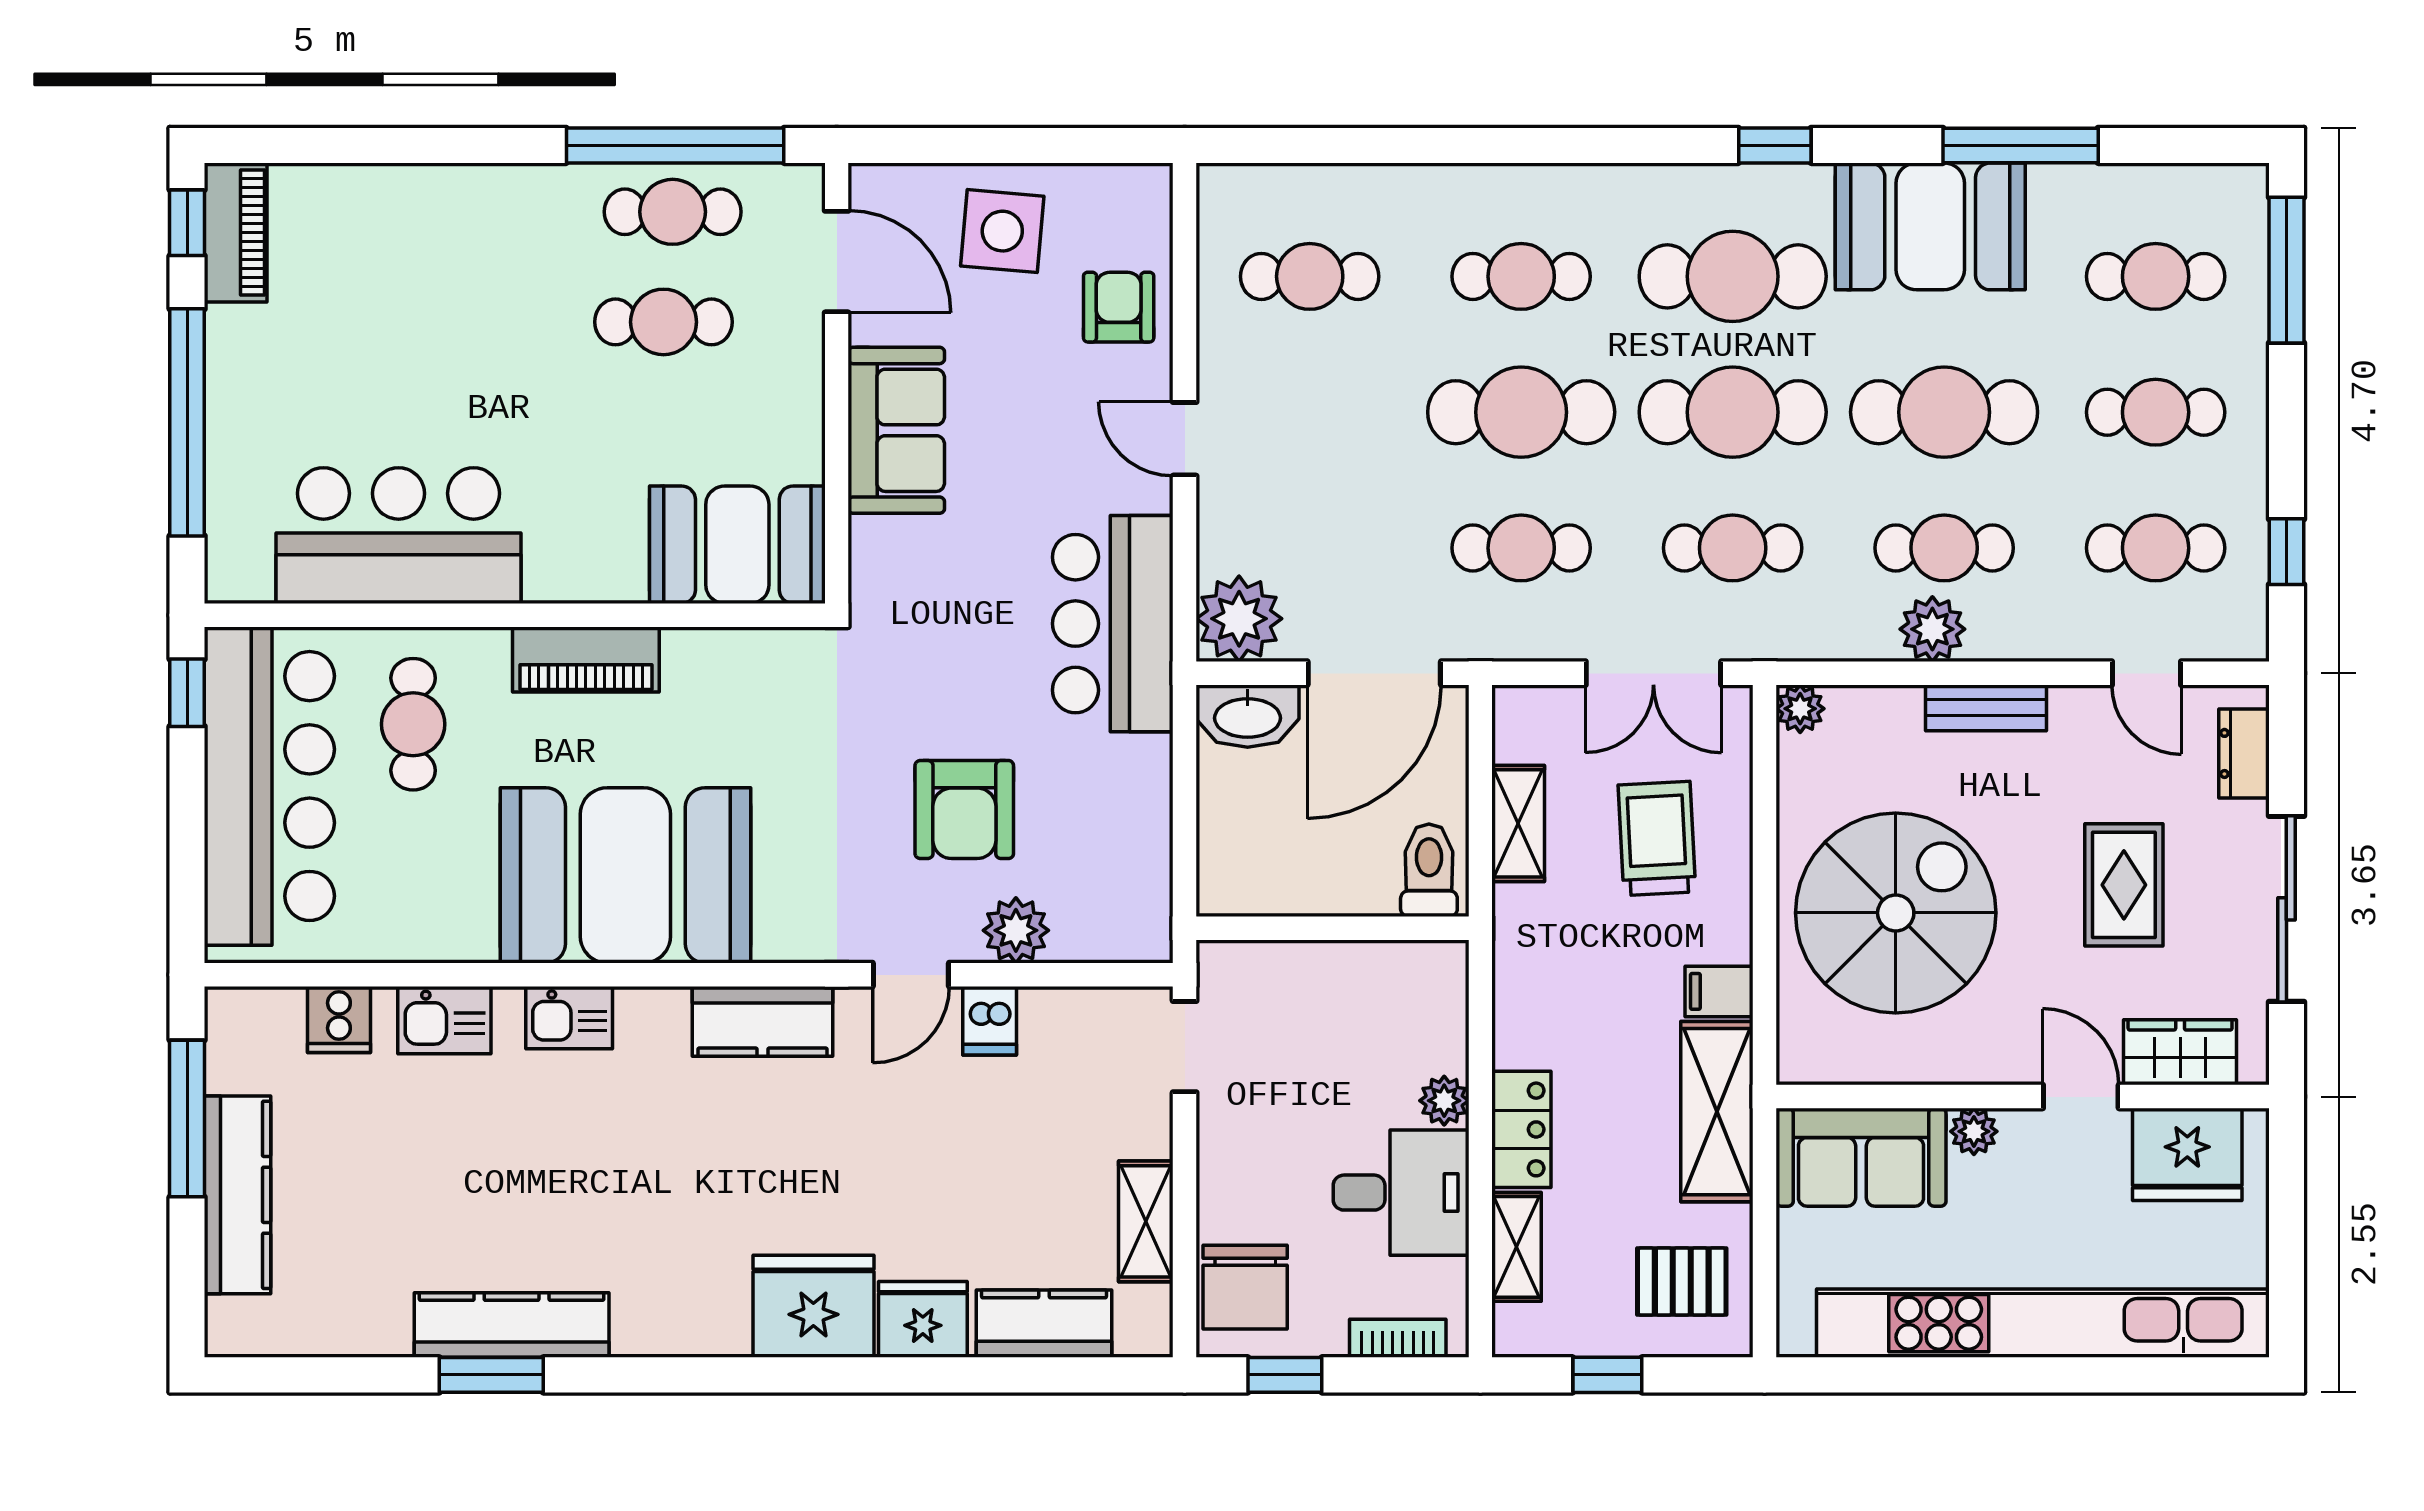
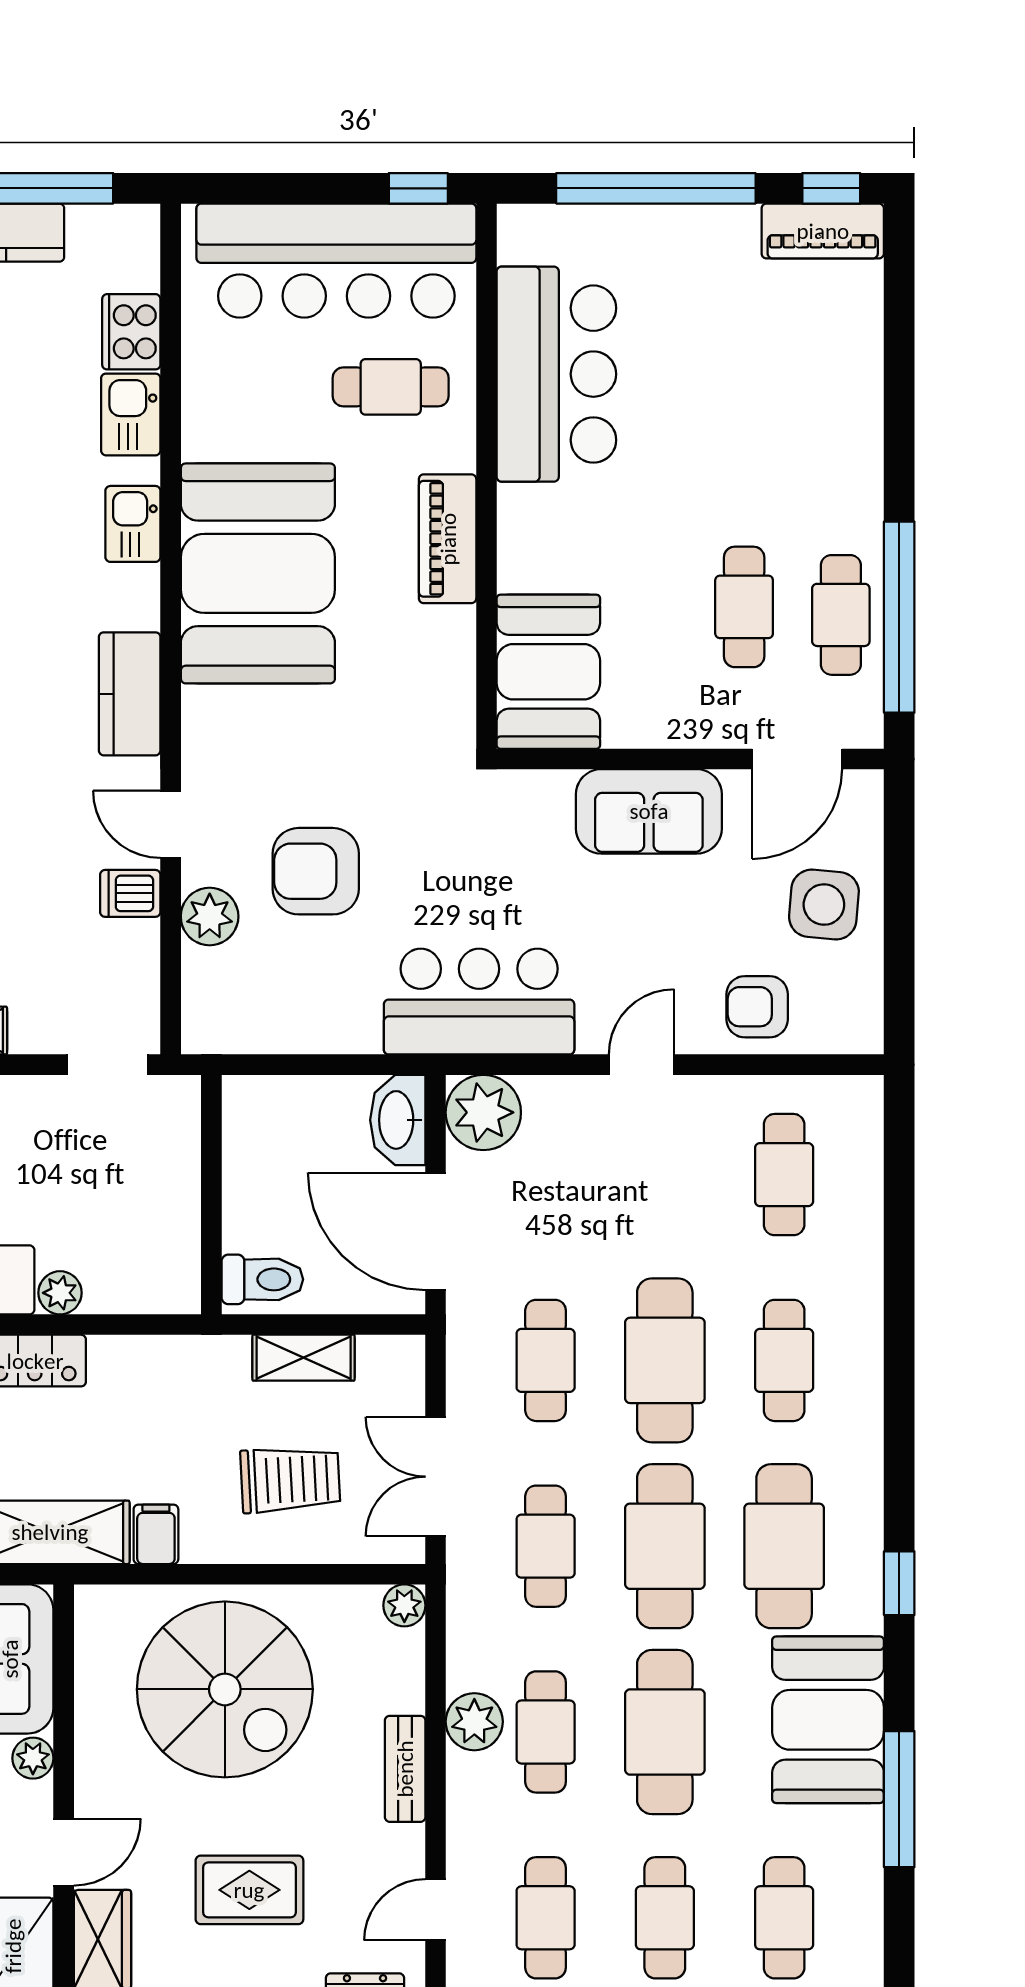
armchair: (1119, 307) -> (757, 1007), turned 180
cooker: (339, 1019) -> (131, 332), width x1.36

